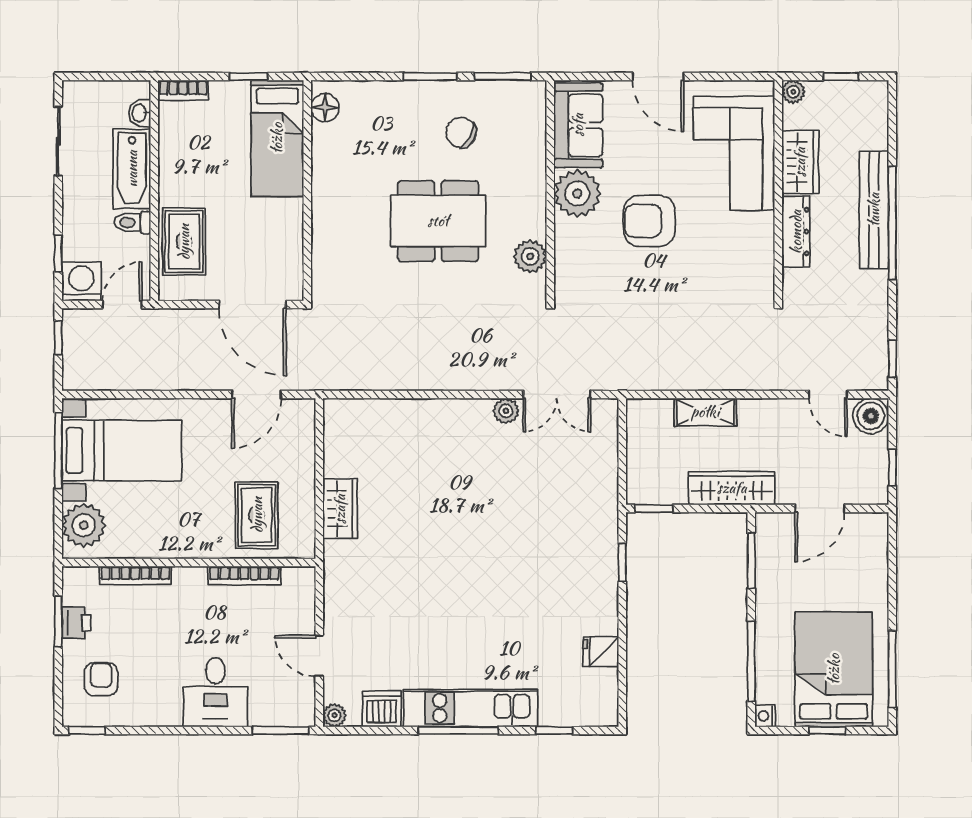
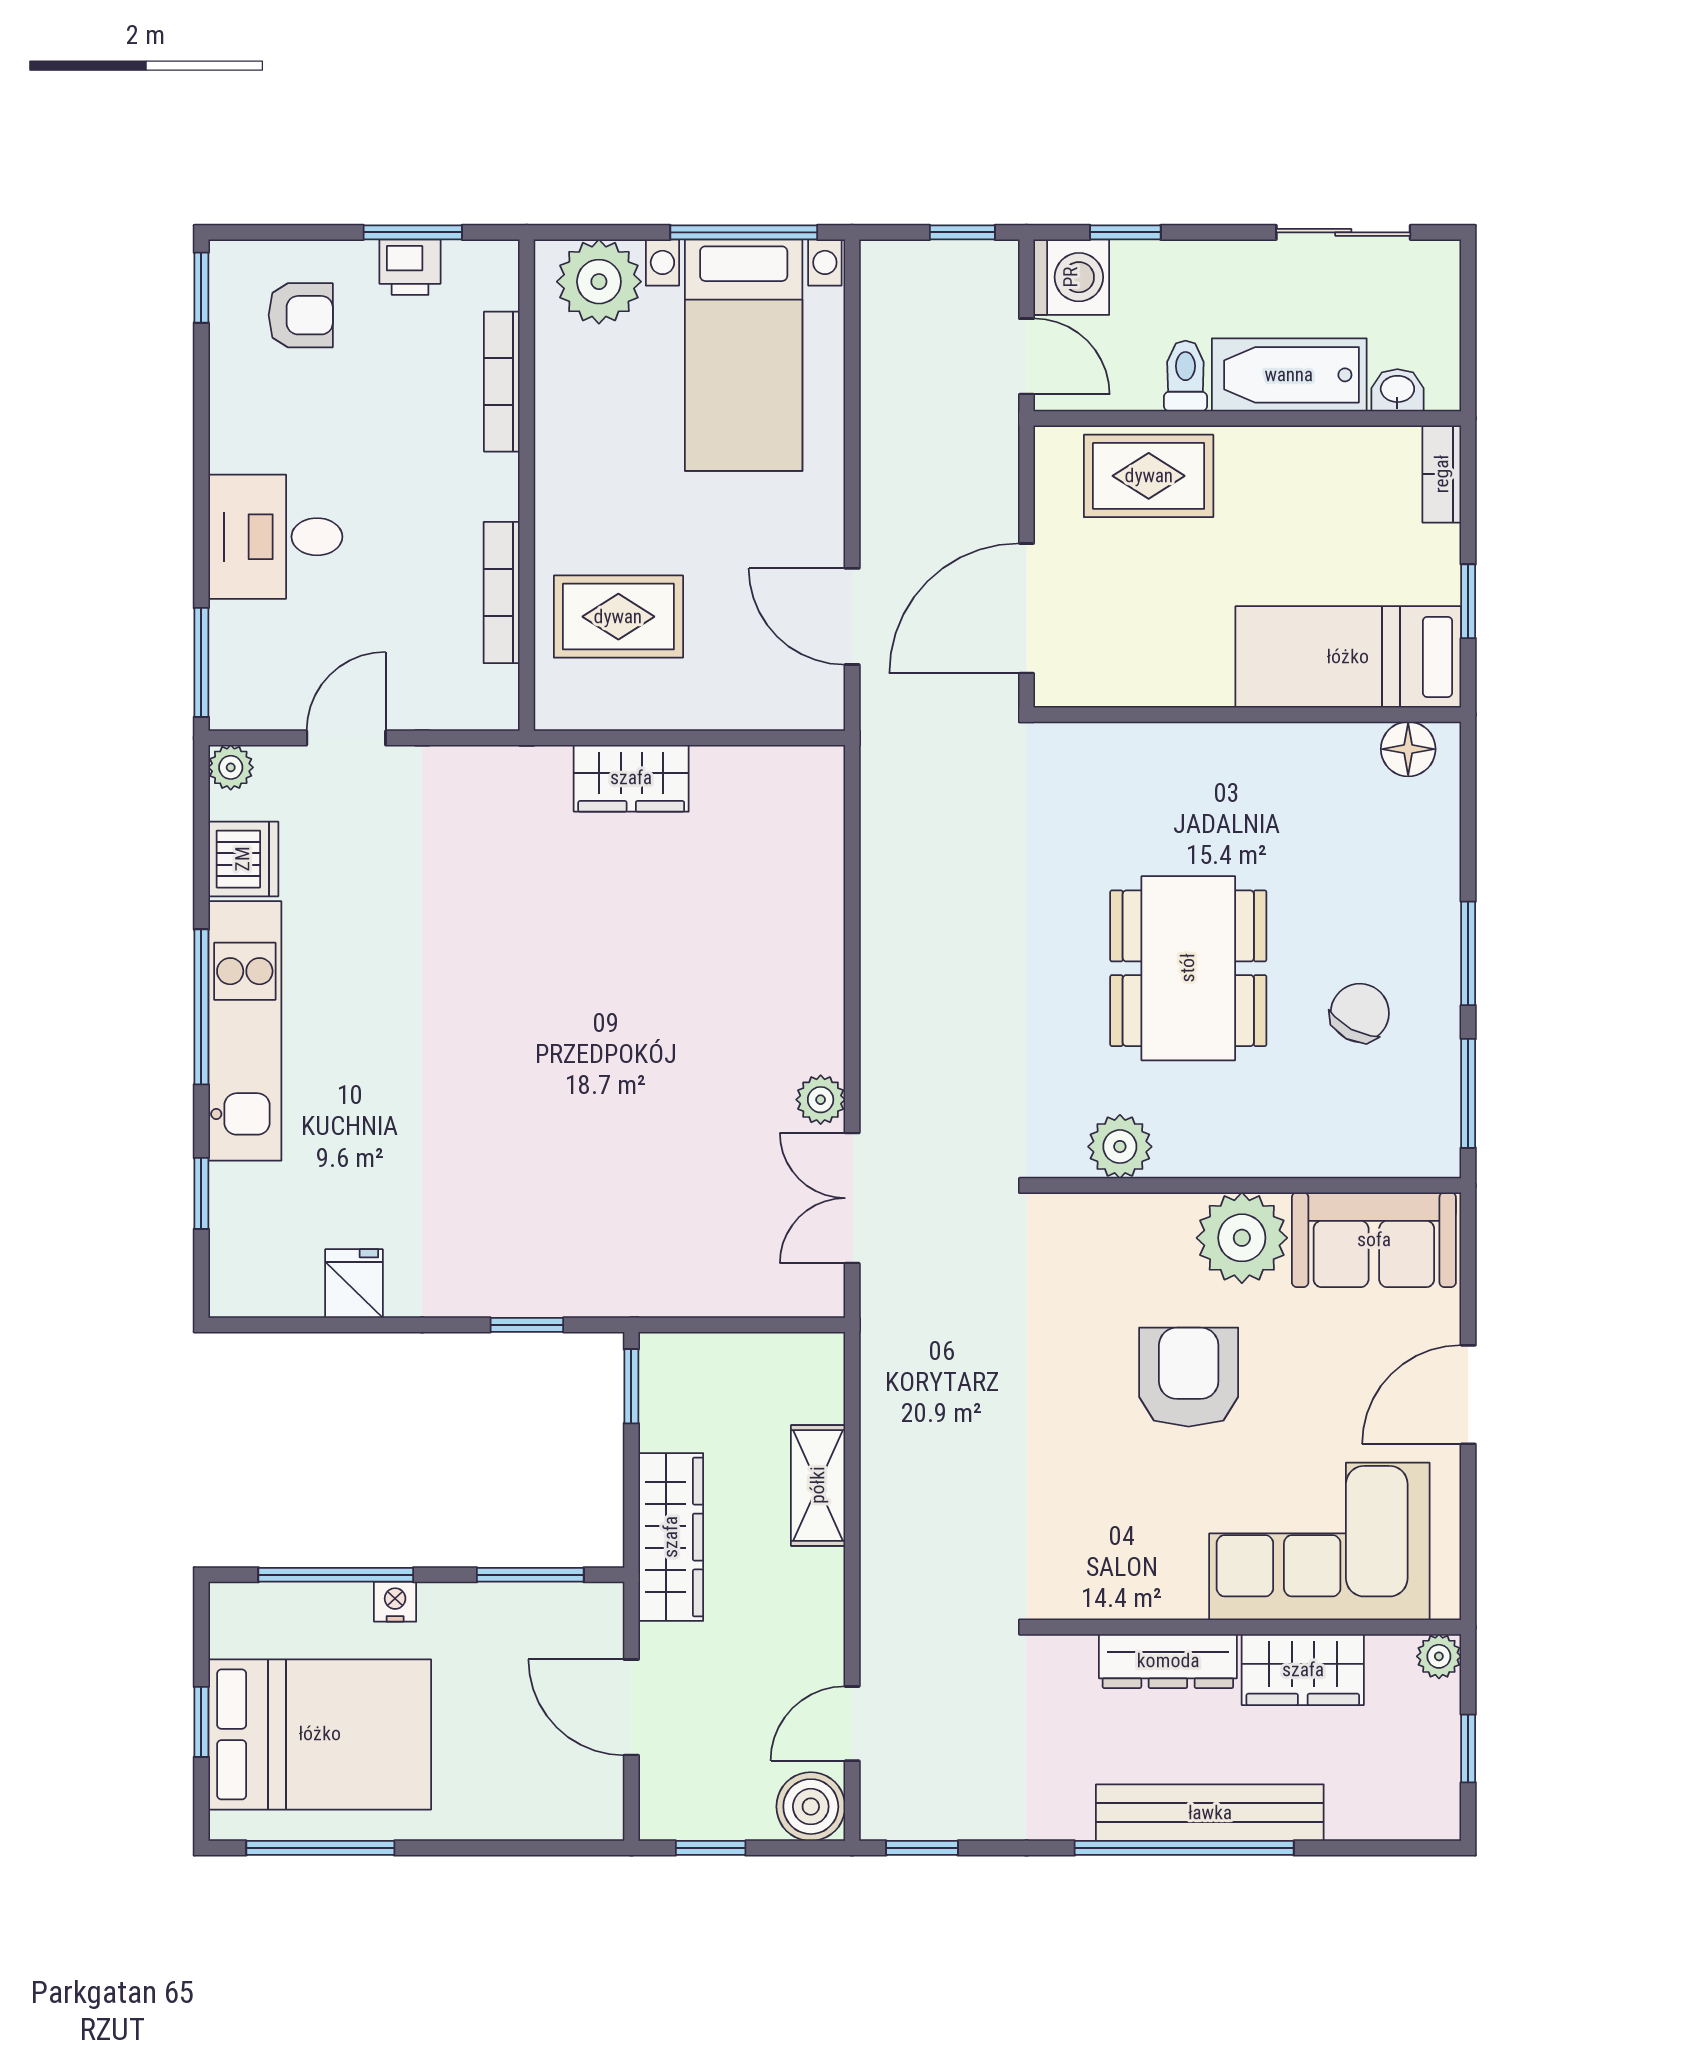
nightstand: (765, 716) -> (395, 1602), moved

